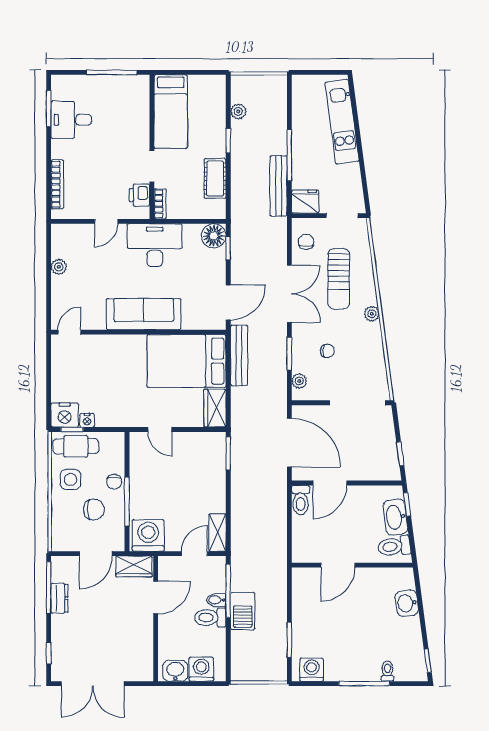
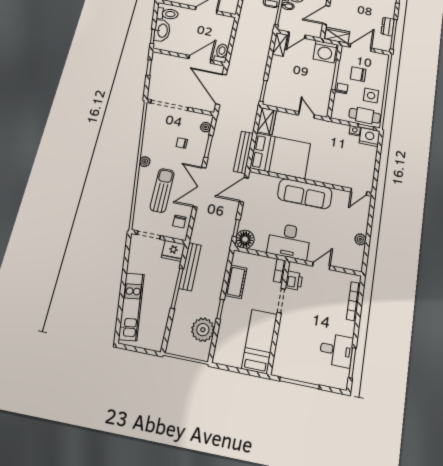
plant: (238, 111) -> (203, 330), width x1.88, depth x1.88

